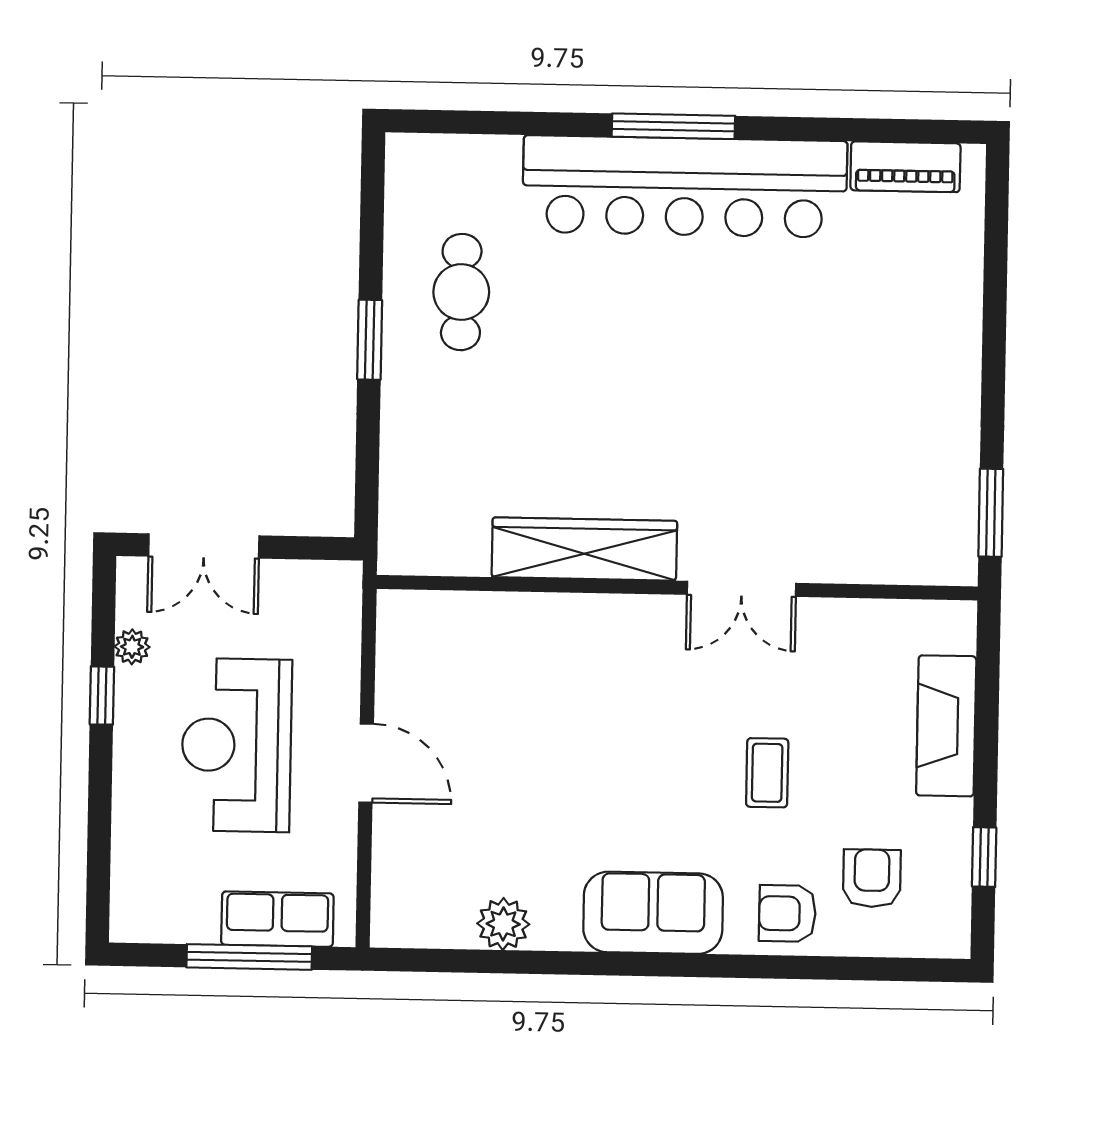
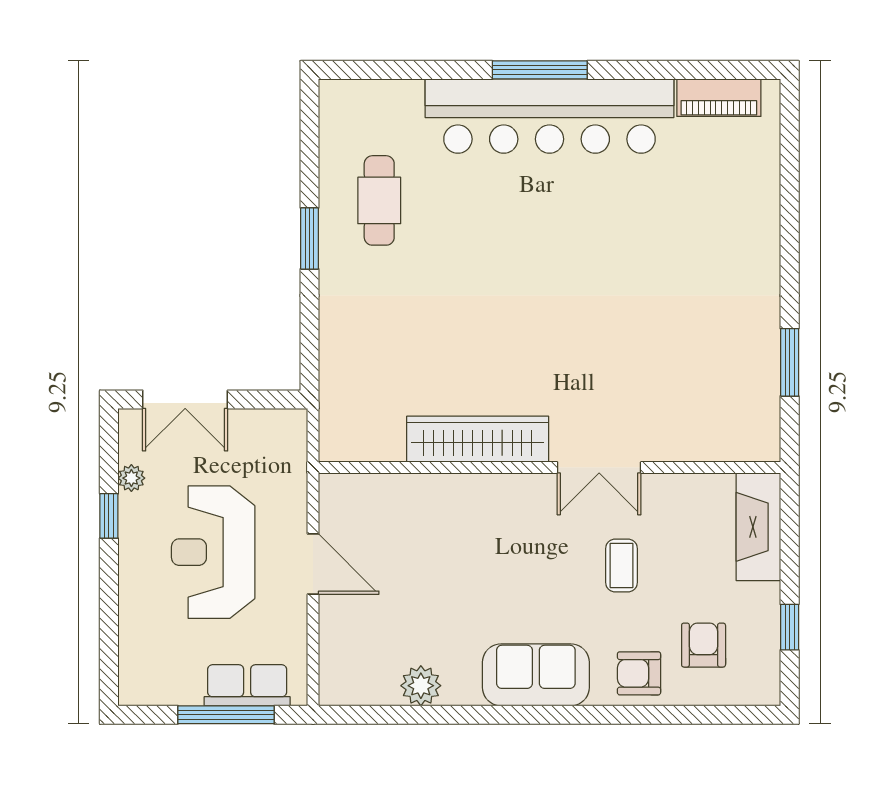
wardrobe: (584, 549) -> (478, 439), moved
wall: (677, 588) -> (550, 468), moved
double door: (741, 589) -> (599, 468), moved

